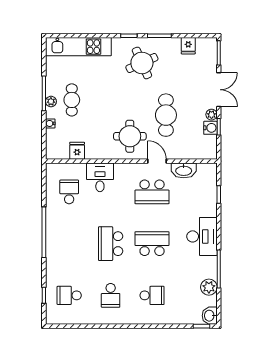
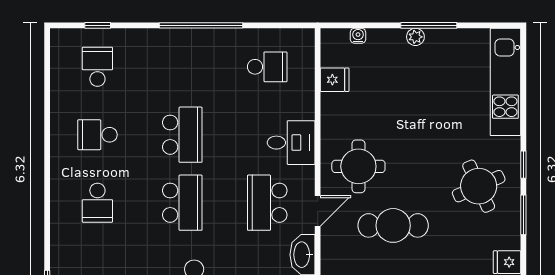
cafe table: (72, 100) -> (418, 71), removed
water cooler: (50, 123) -> (358, 36), moved
desk: (100, 177) -> (291, 143), moved
school desk: (111, 244) -> (182, 135), turned 90

